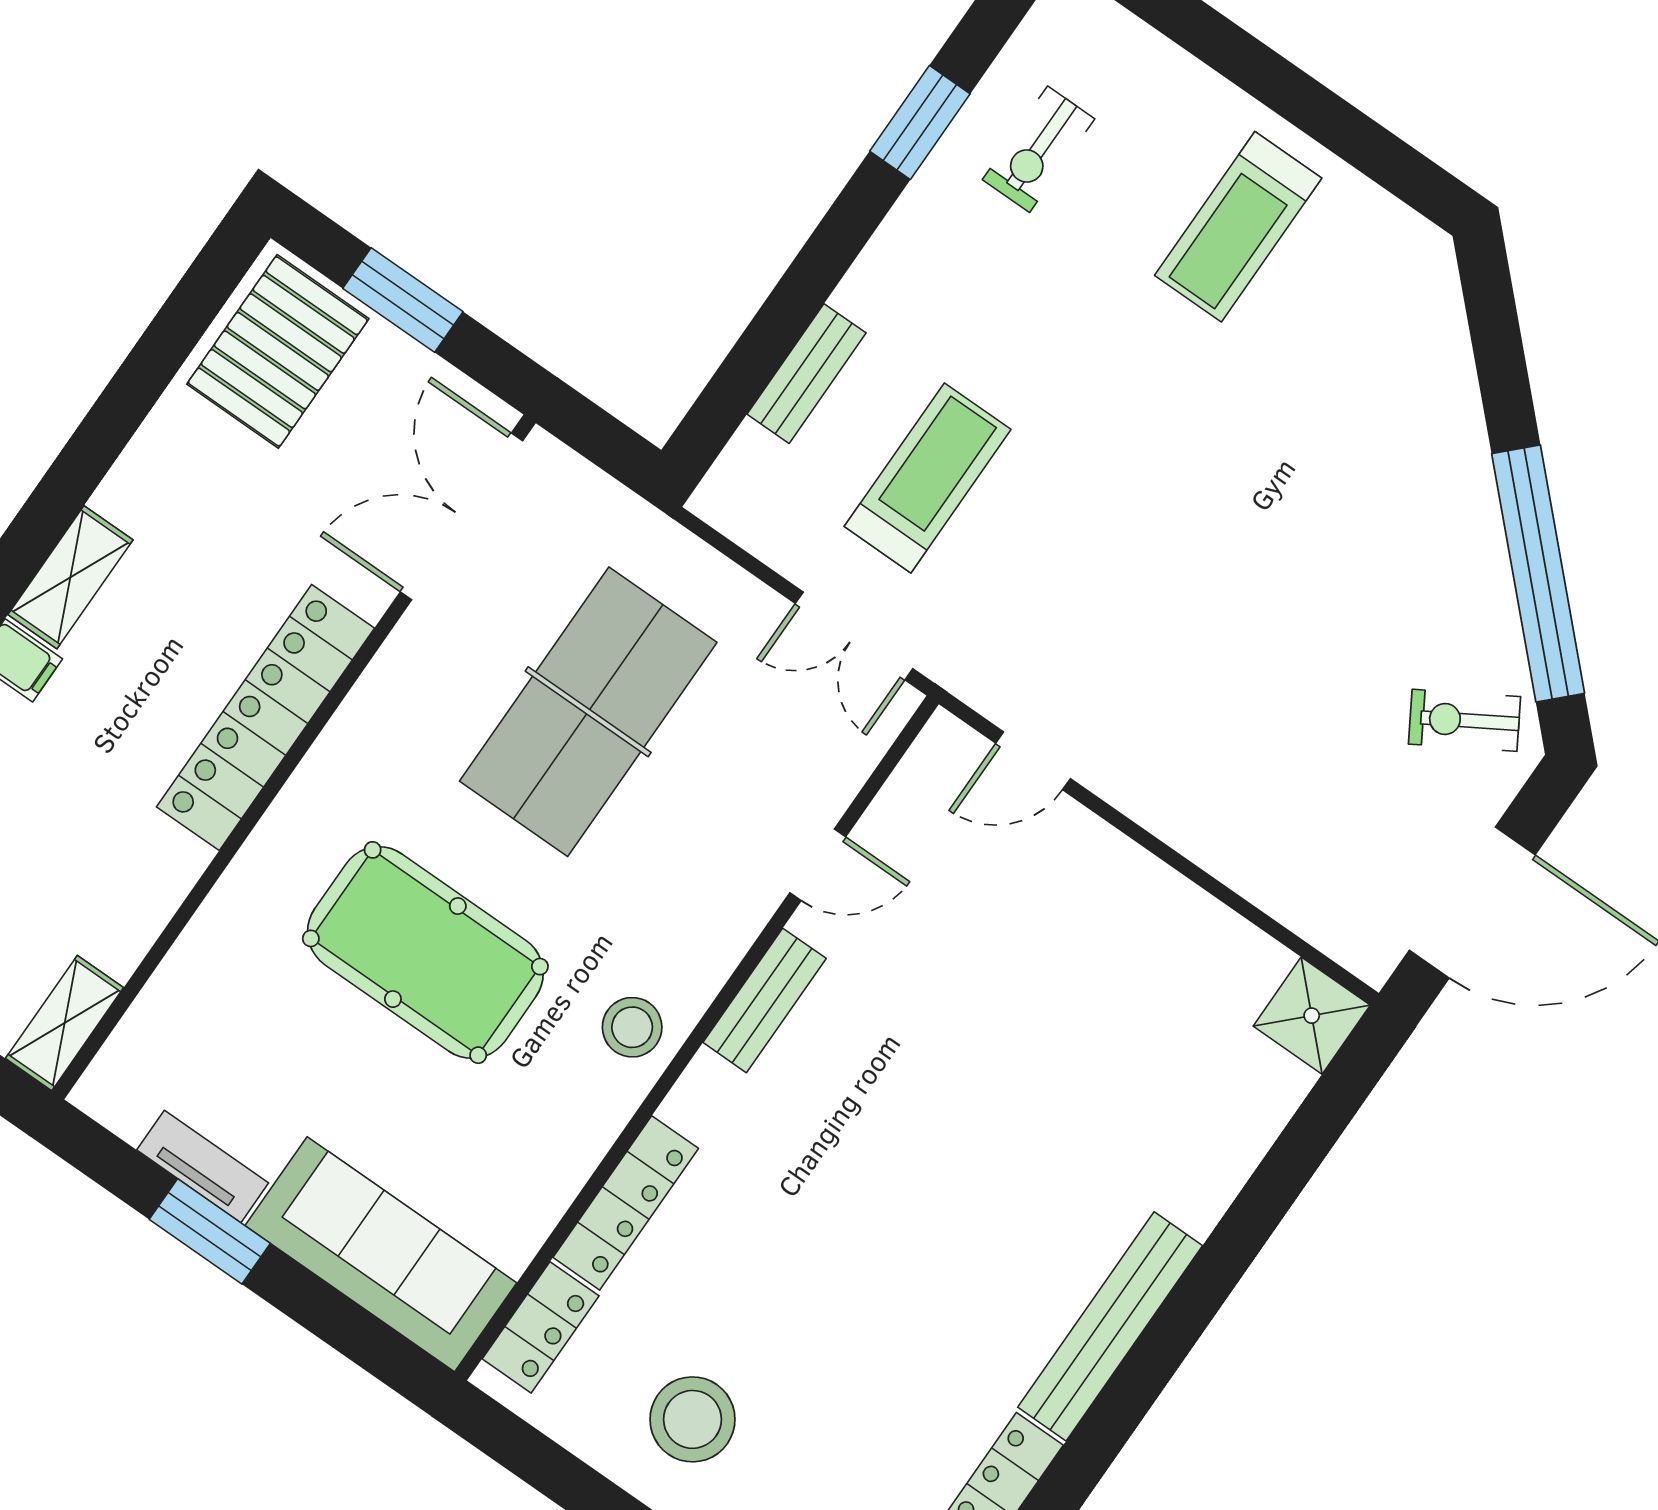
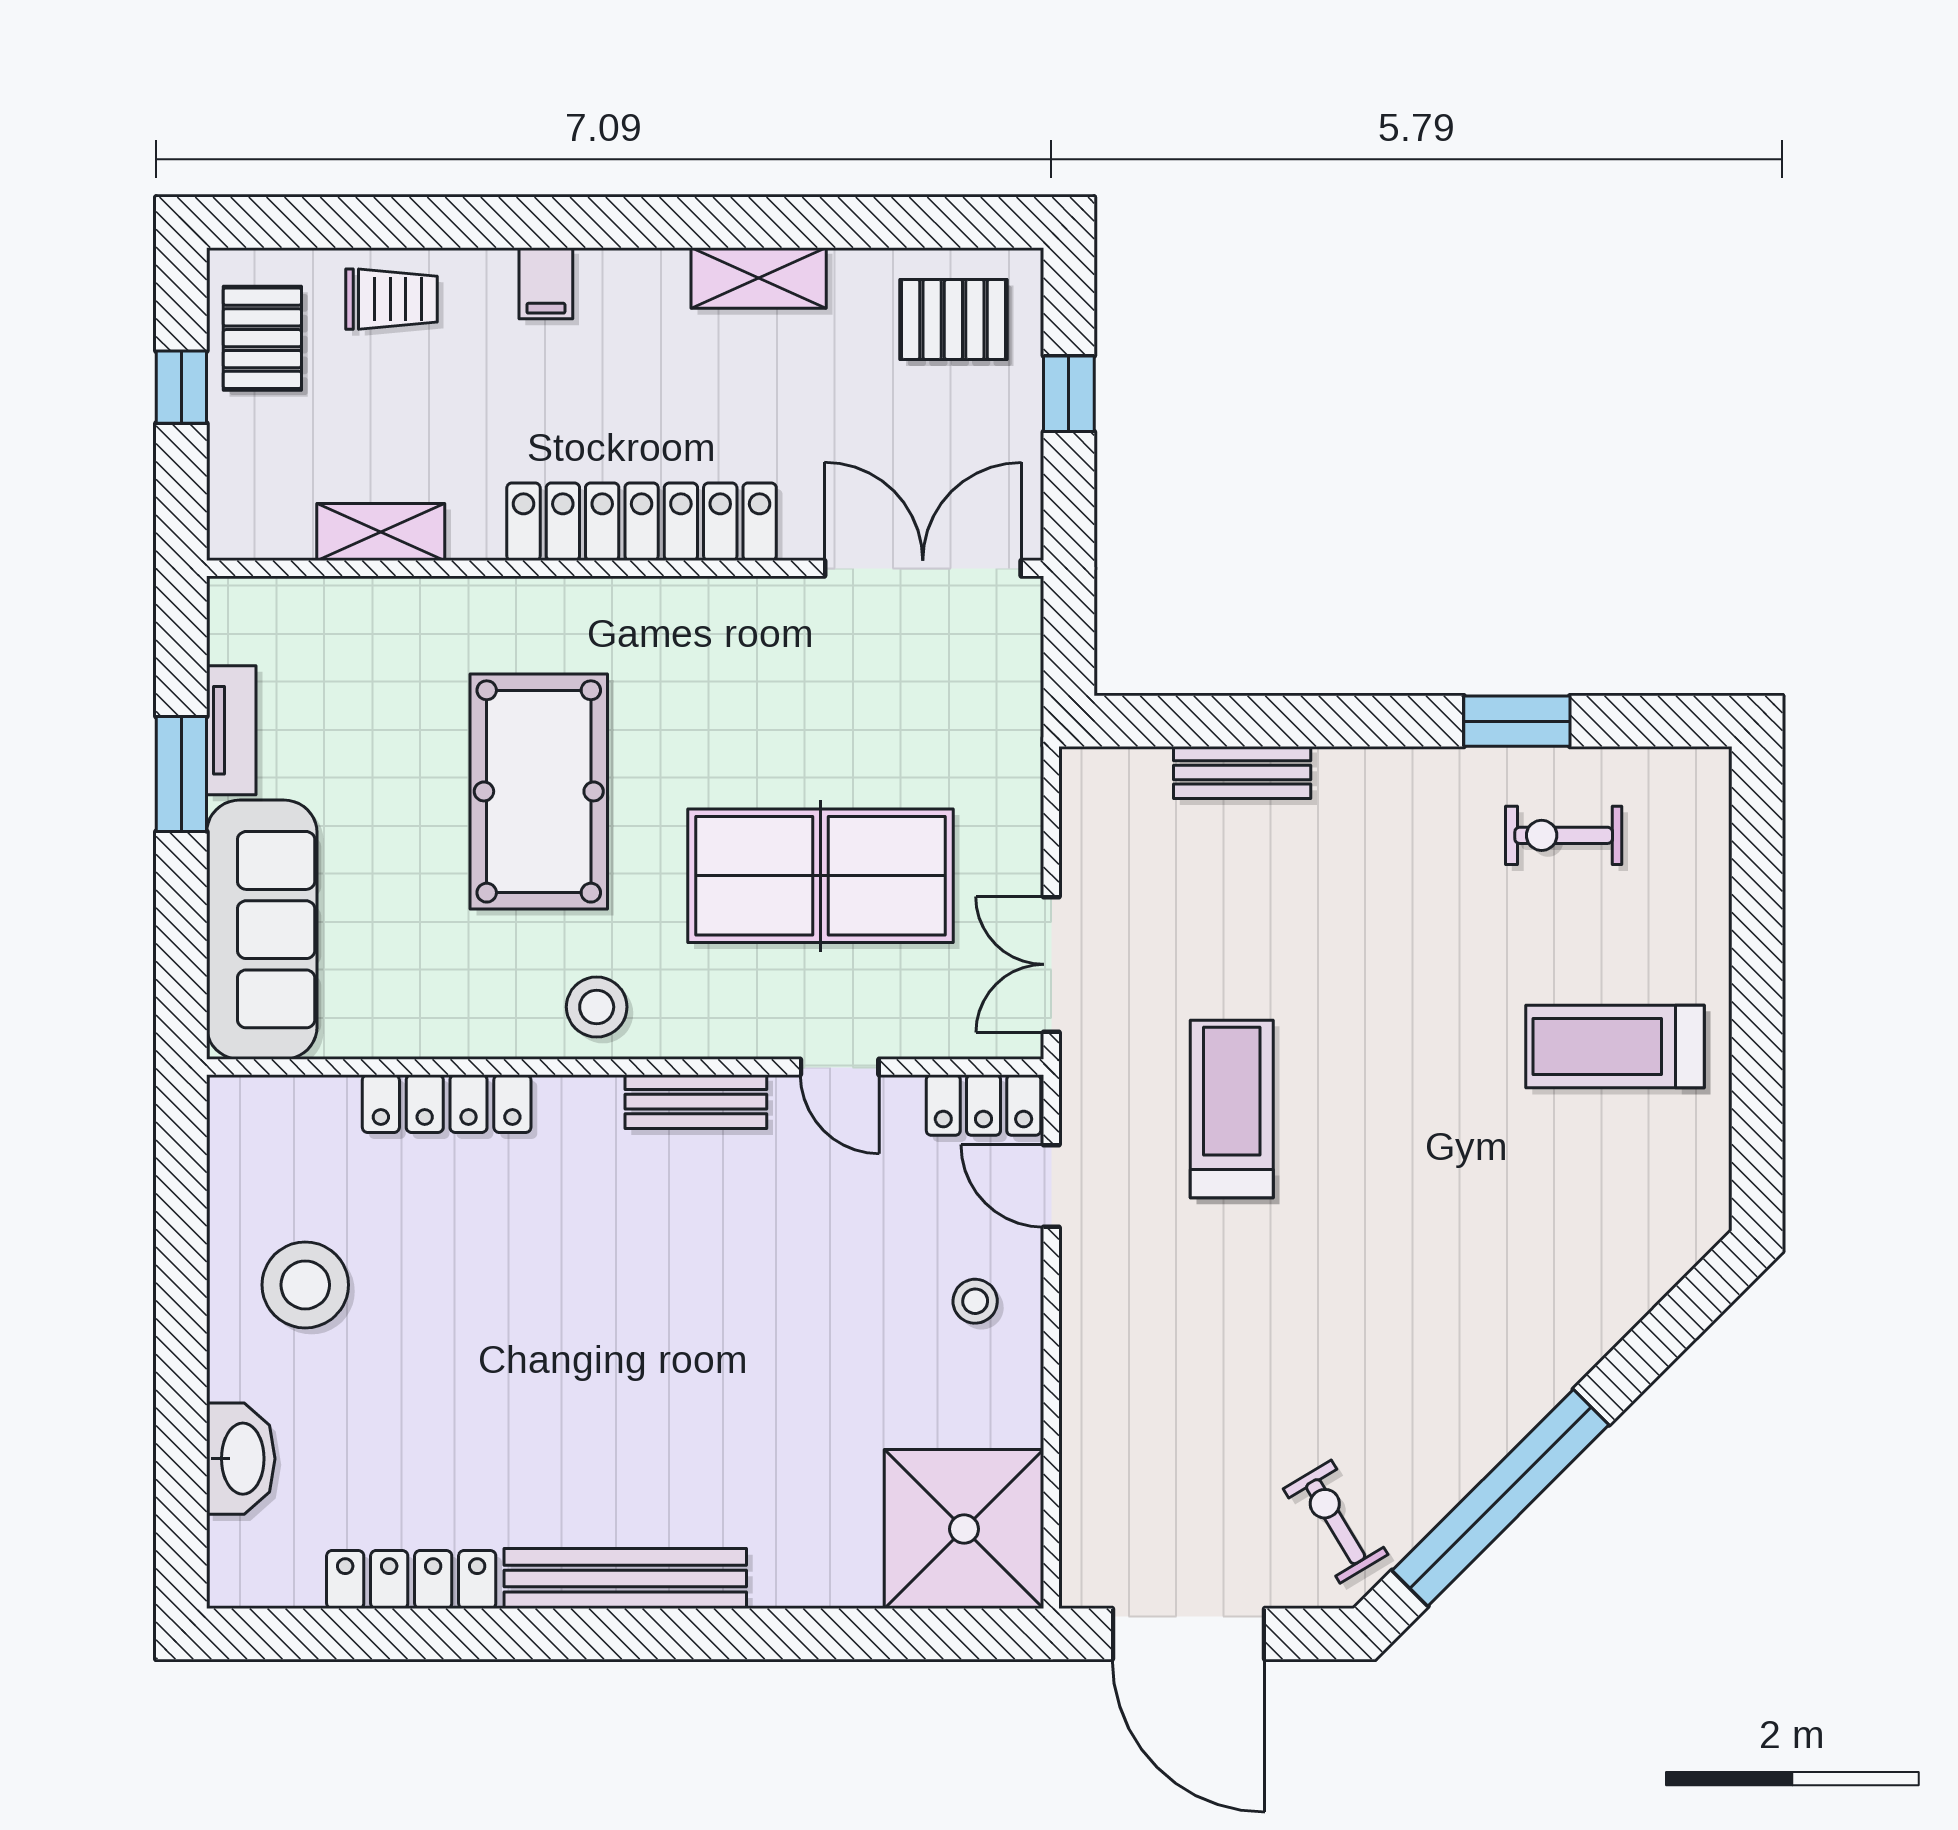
window: (403, 300) -> (1069, 394), width x0.67
pallet: (278, 351) -> (953, 319), width x0.67, depth x0.71
treadmill: (928, 478) -> (1232, 1109), moved, turned -90
shelving: (70, 577) -> (759, 278), moved
table tennis table: (588, 712) -> (821, 876), moved
stool: (1083, 887) -> (975, 1301), added
shower: (1312, 1016) -> (964, 1529), width x1.86, depth x1.86
shelving: (65, 1023) -> (381, 532), moved
locker: (541, 1327) -> (983, 1105), moved

